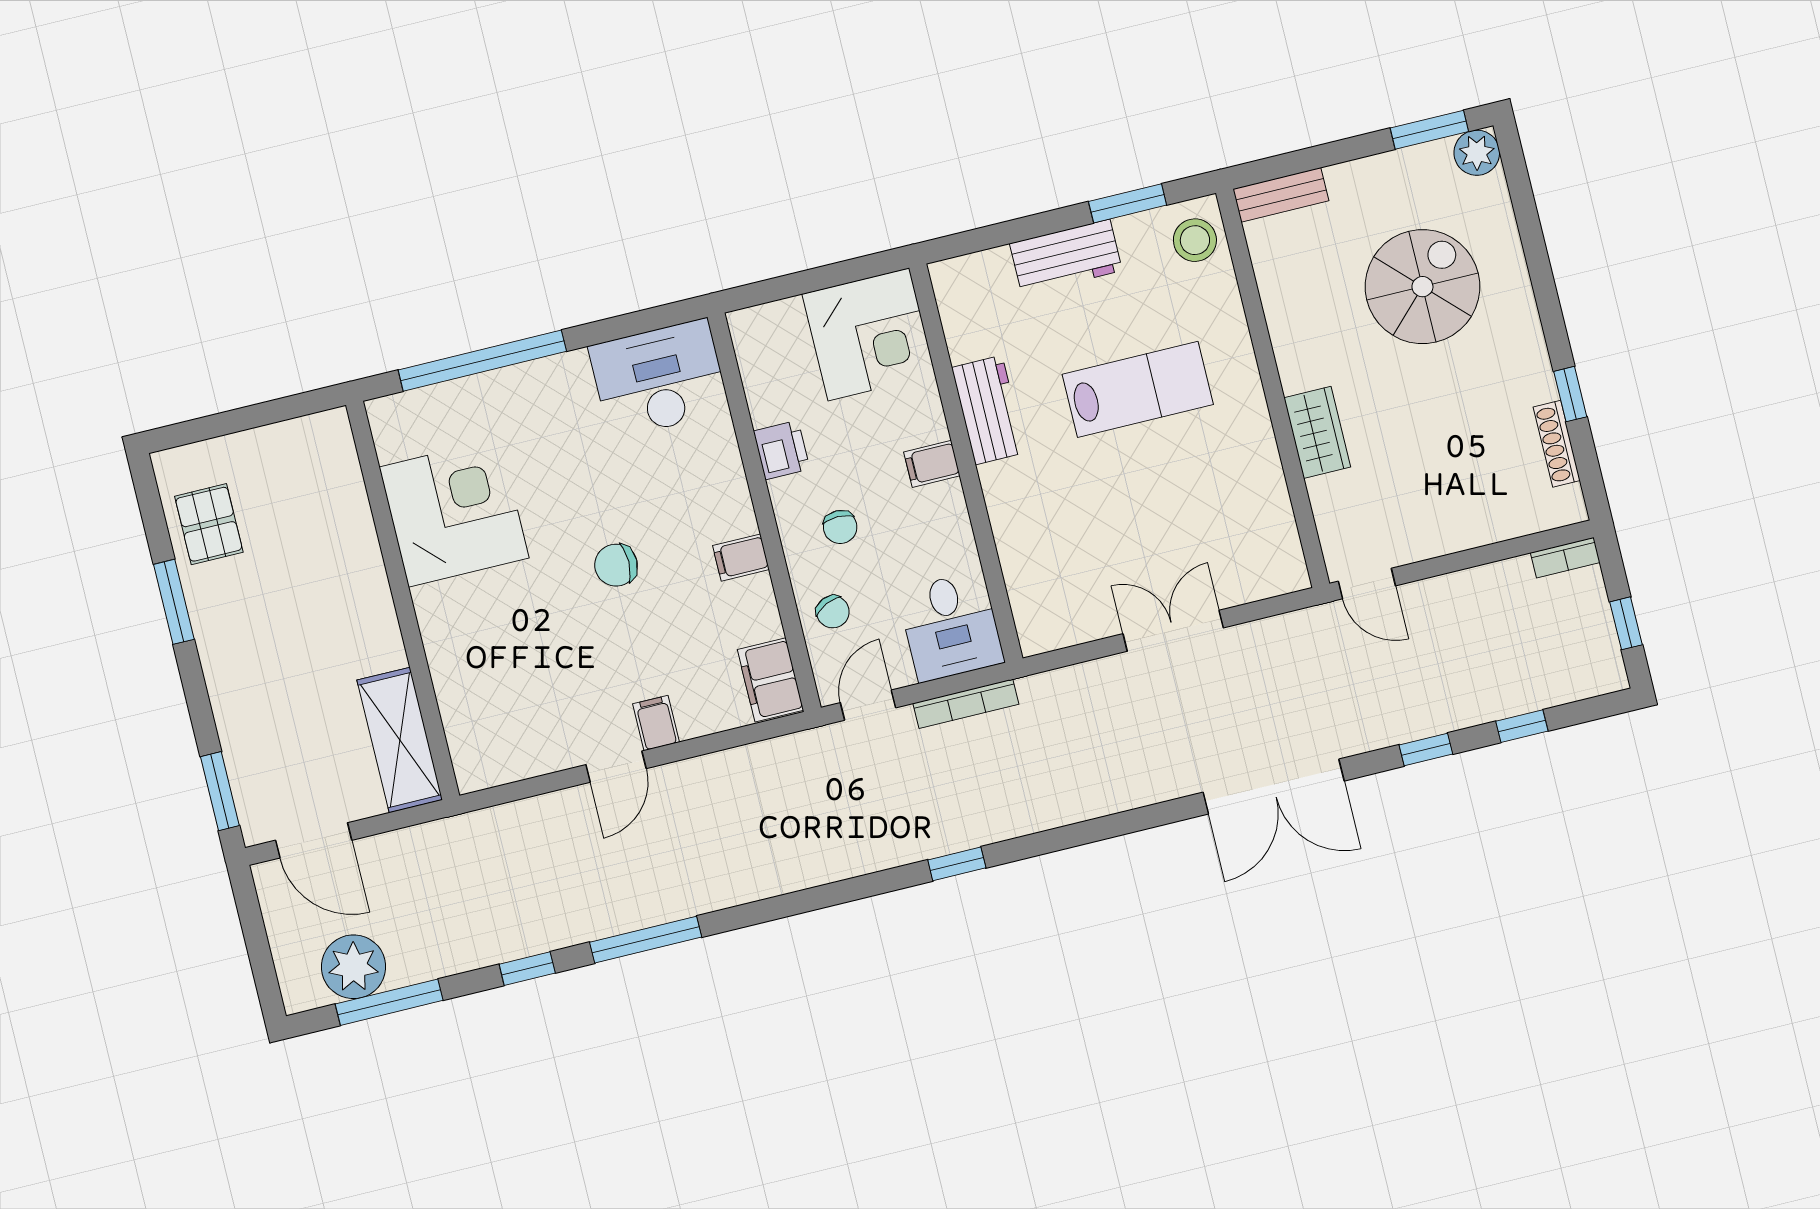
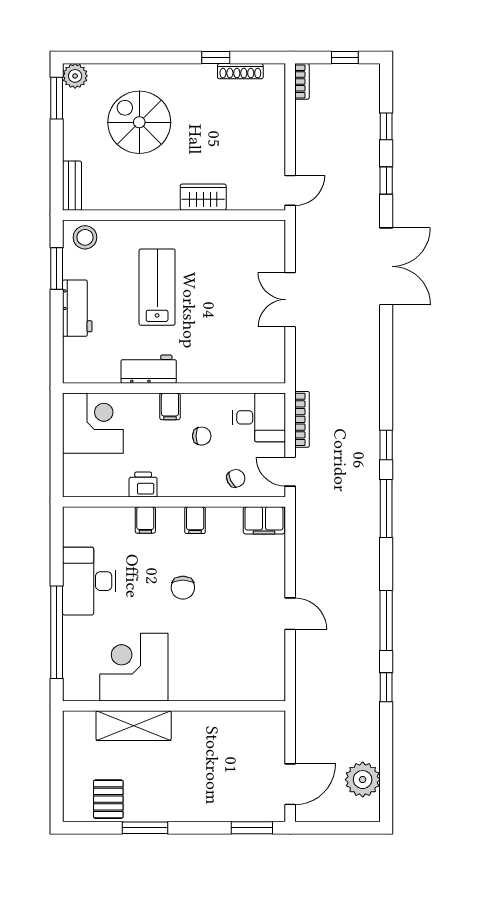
desk: (659, 379) -> (89, 581), moved
pallet: (209, 524) -> (108, 799), turned 90
chair: (840, 527) -> (202, 436), moved
filing cabinet: (656, 723) -> (145, 520), moved, turned -90
shelving: (400, 740) -> (134, 726), moved
window: (389, 1002) -> (386, 509), moved

